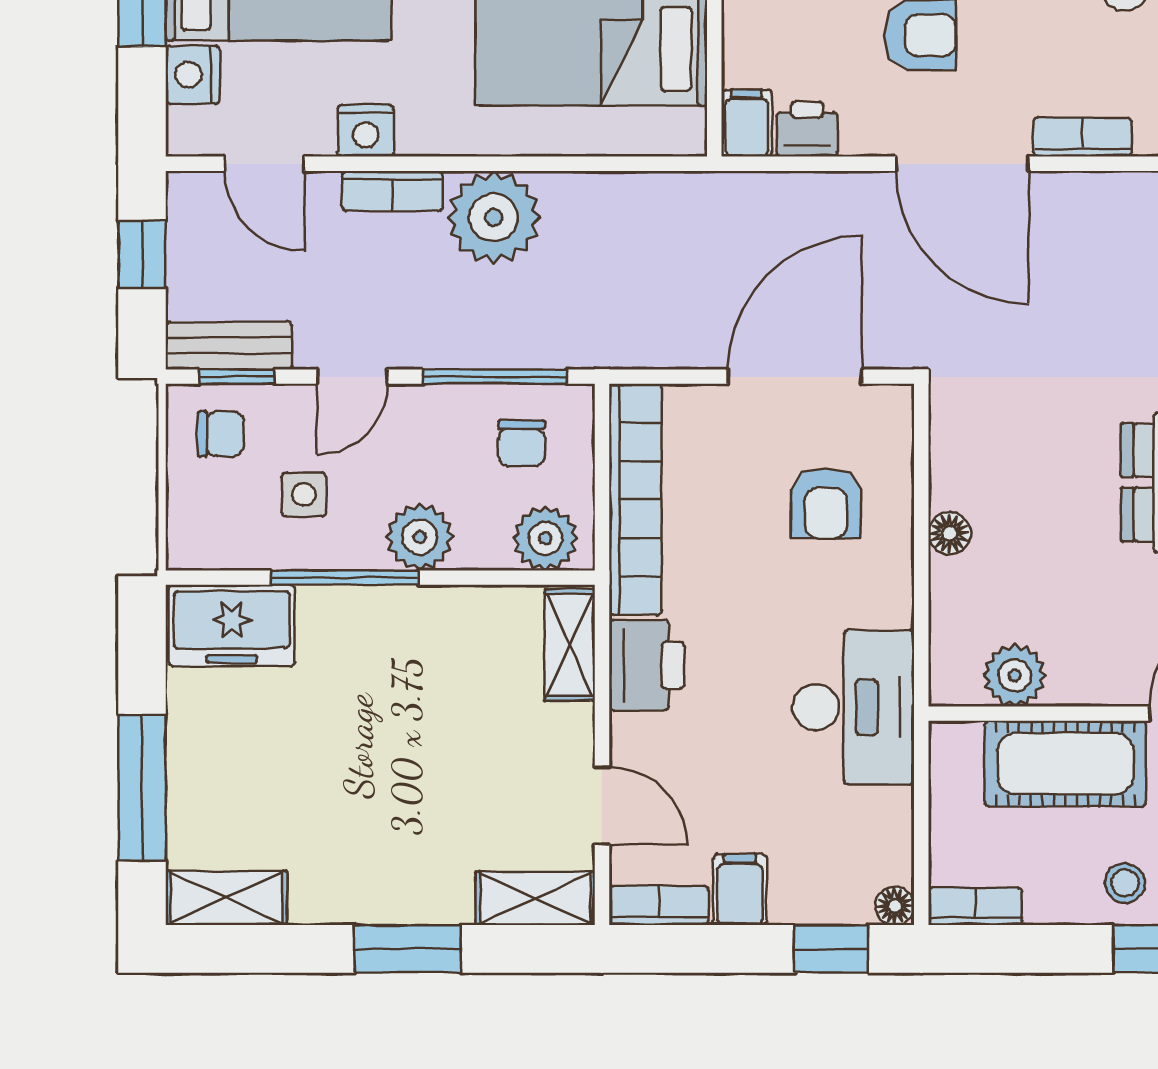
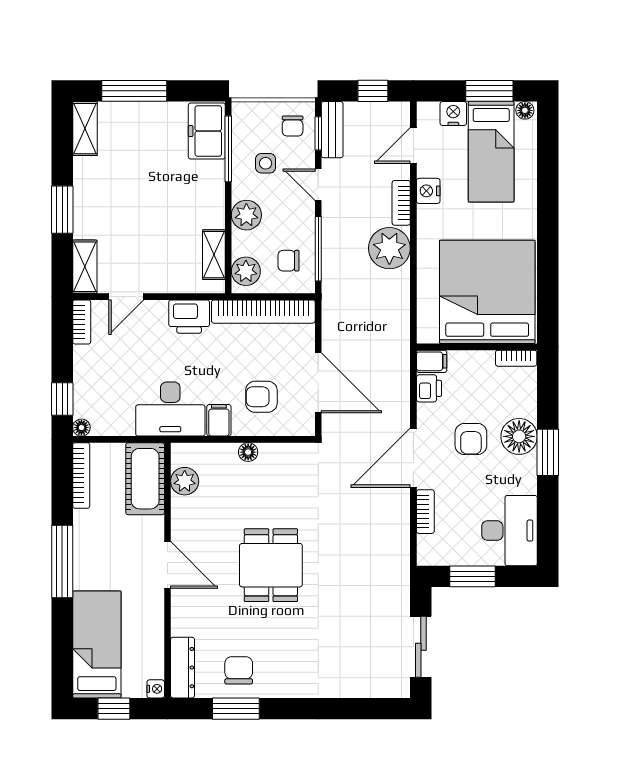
window: (345, 578) -> (228, 149), moved
shelving: (570, 645) -> (214, 255), moved, turned 90
cot: (1065, 764) -> (145, 479), moved
stool: (1125, 883) -> (92, 531), removed
filing cabinet: (740, 890) -> (219, 420), moved, turned -90
bookcase: (975, 906) -> (81, 475), width x1.56

